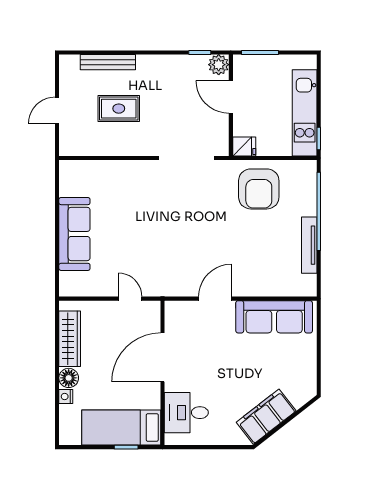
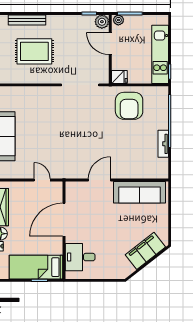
plant: (243, 62) -> (118, 20), added
rug: (119, 109) -> (34, 51), width x1.36, depth x1.43
tv unit: (309, 245) -> (163, 144), width x0.71
filing cabinet: (266, 417) -> (145, 251), moved

